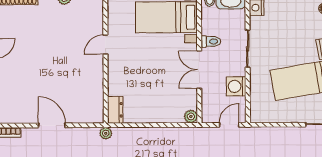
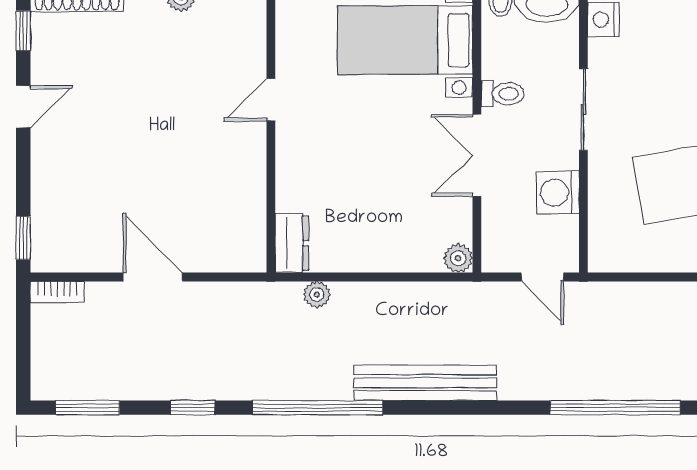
door: (229, 125) -> (542, 277), swing flipped
plant: (106, 133) -> (317, 295), moved

